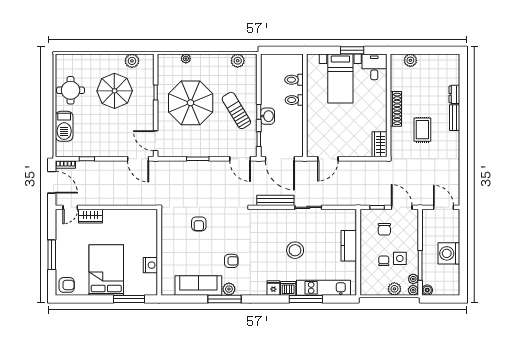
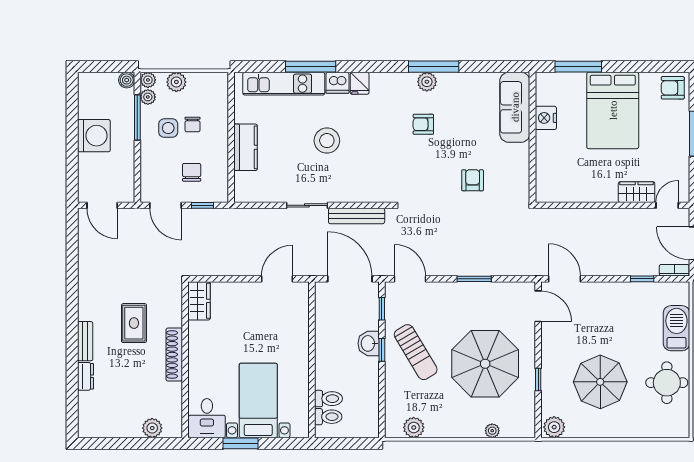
plant: (132, 61) -> (554, 427), moved
toilet: (294, 100) -> (328, 417), moved
sofa: (198, 285) -> (515, 107), moved, turned 90

